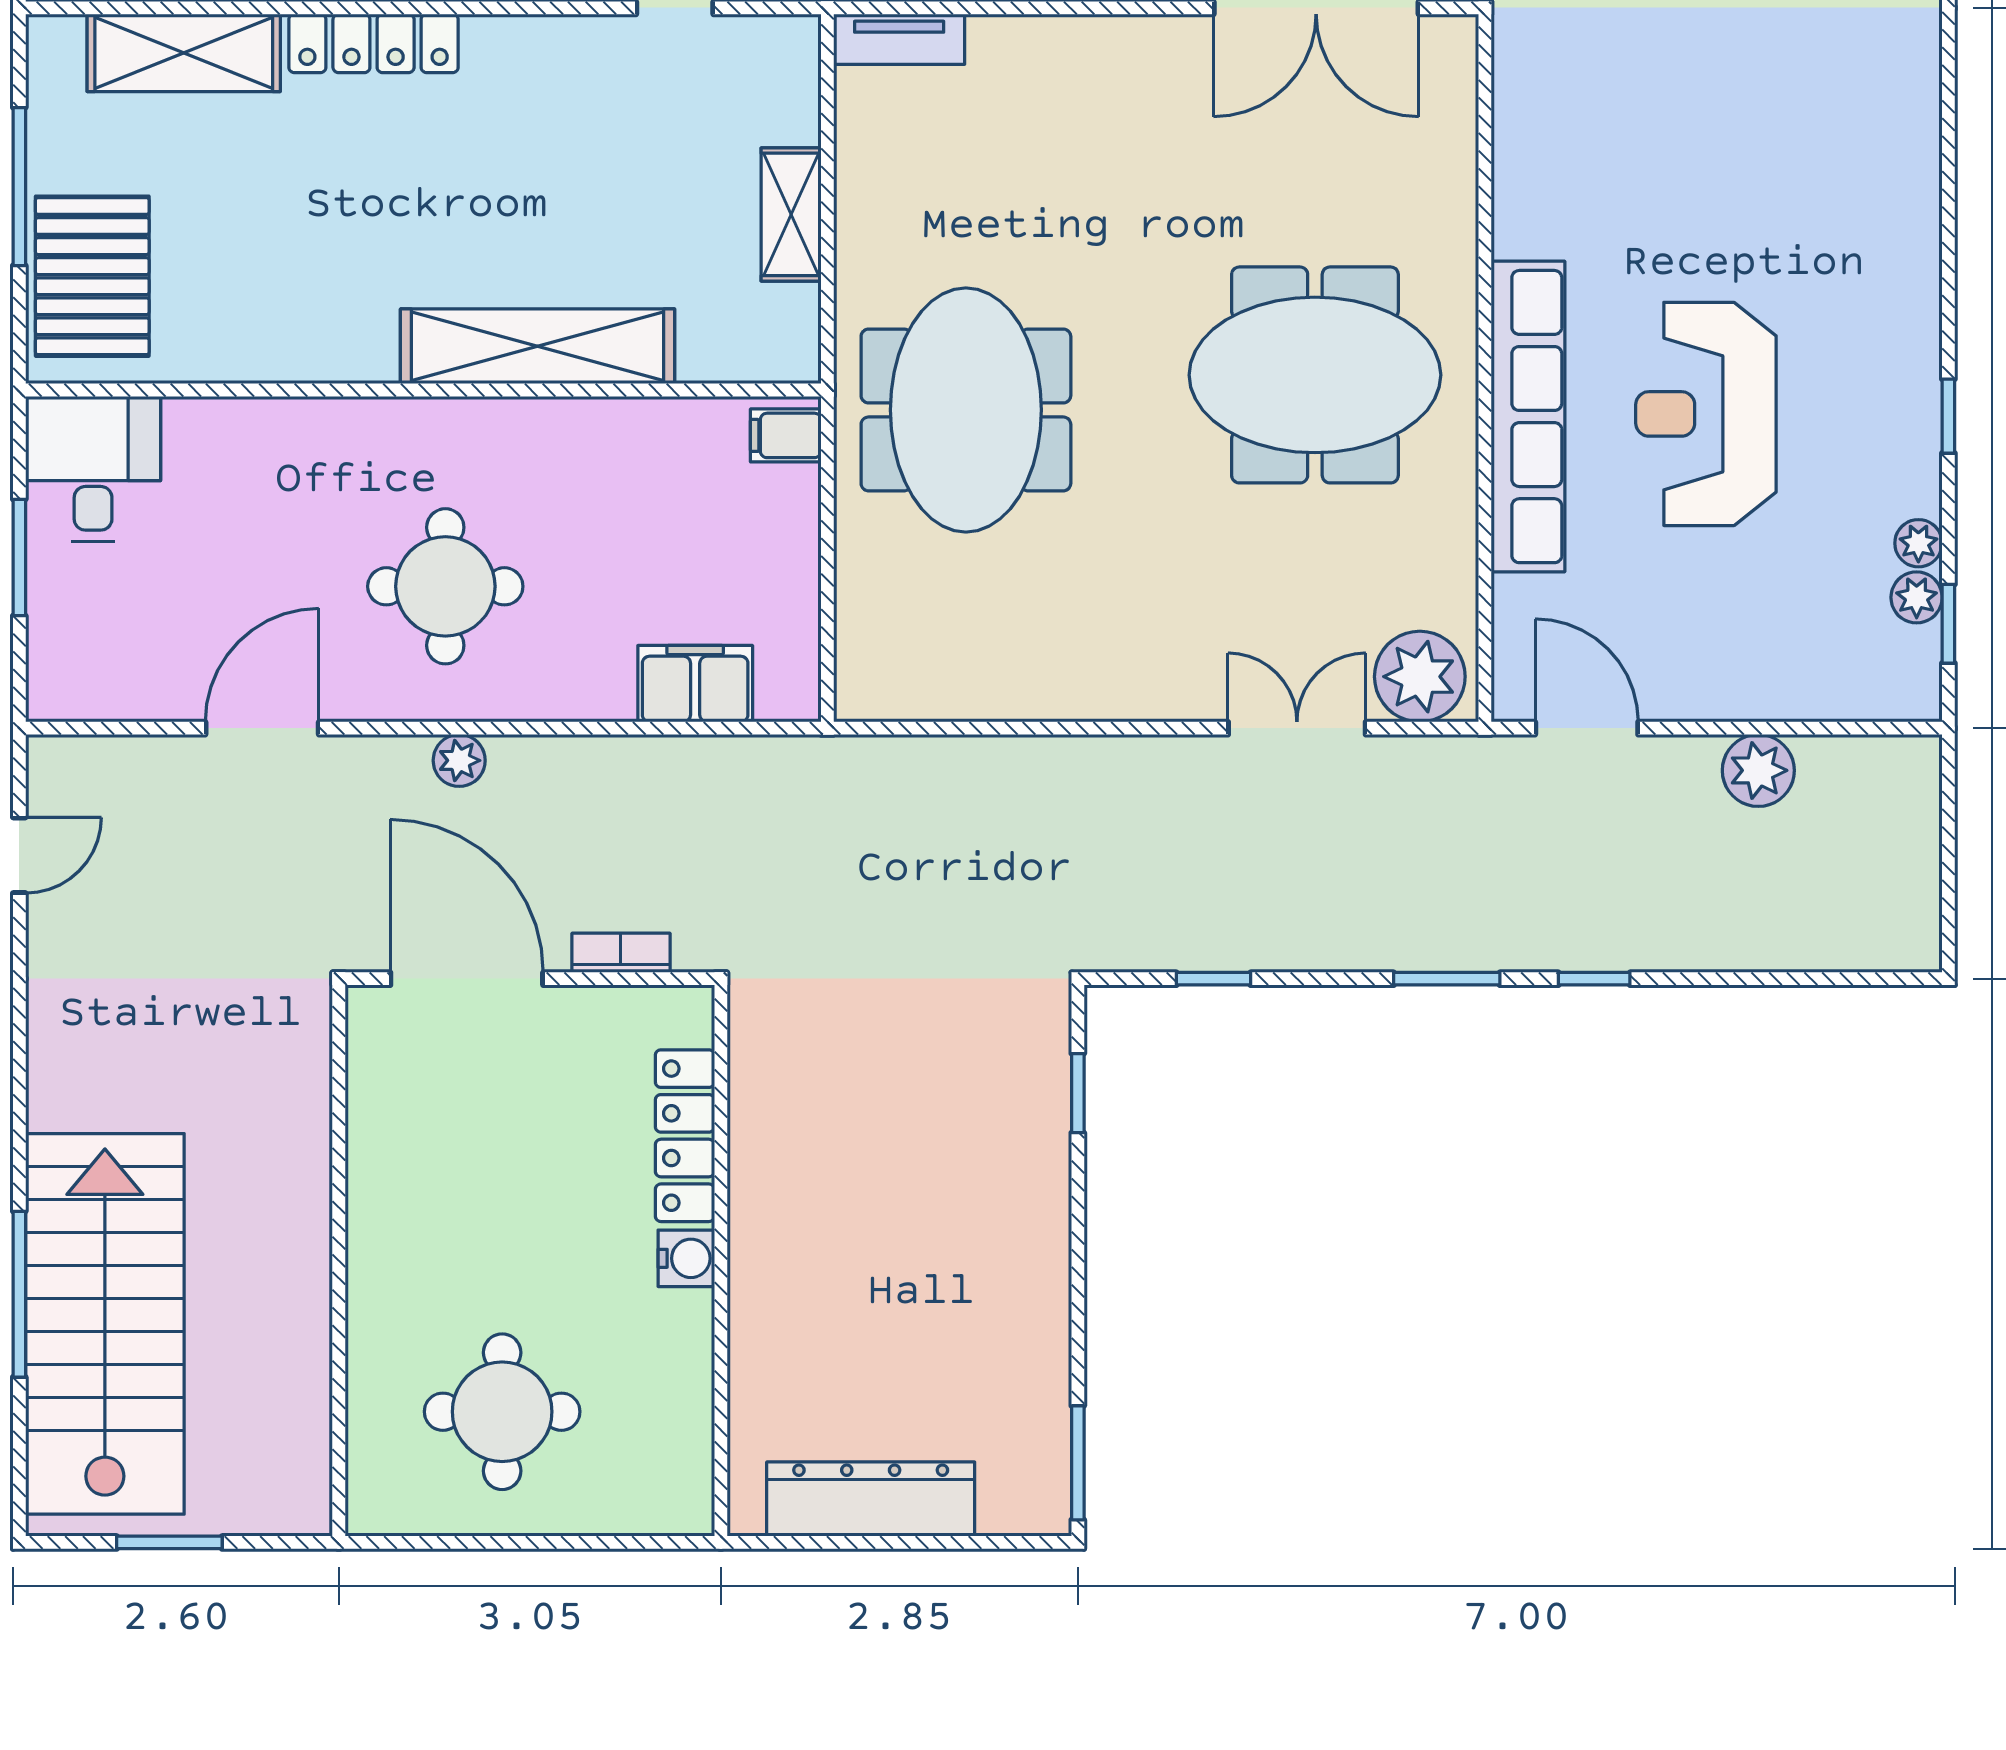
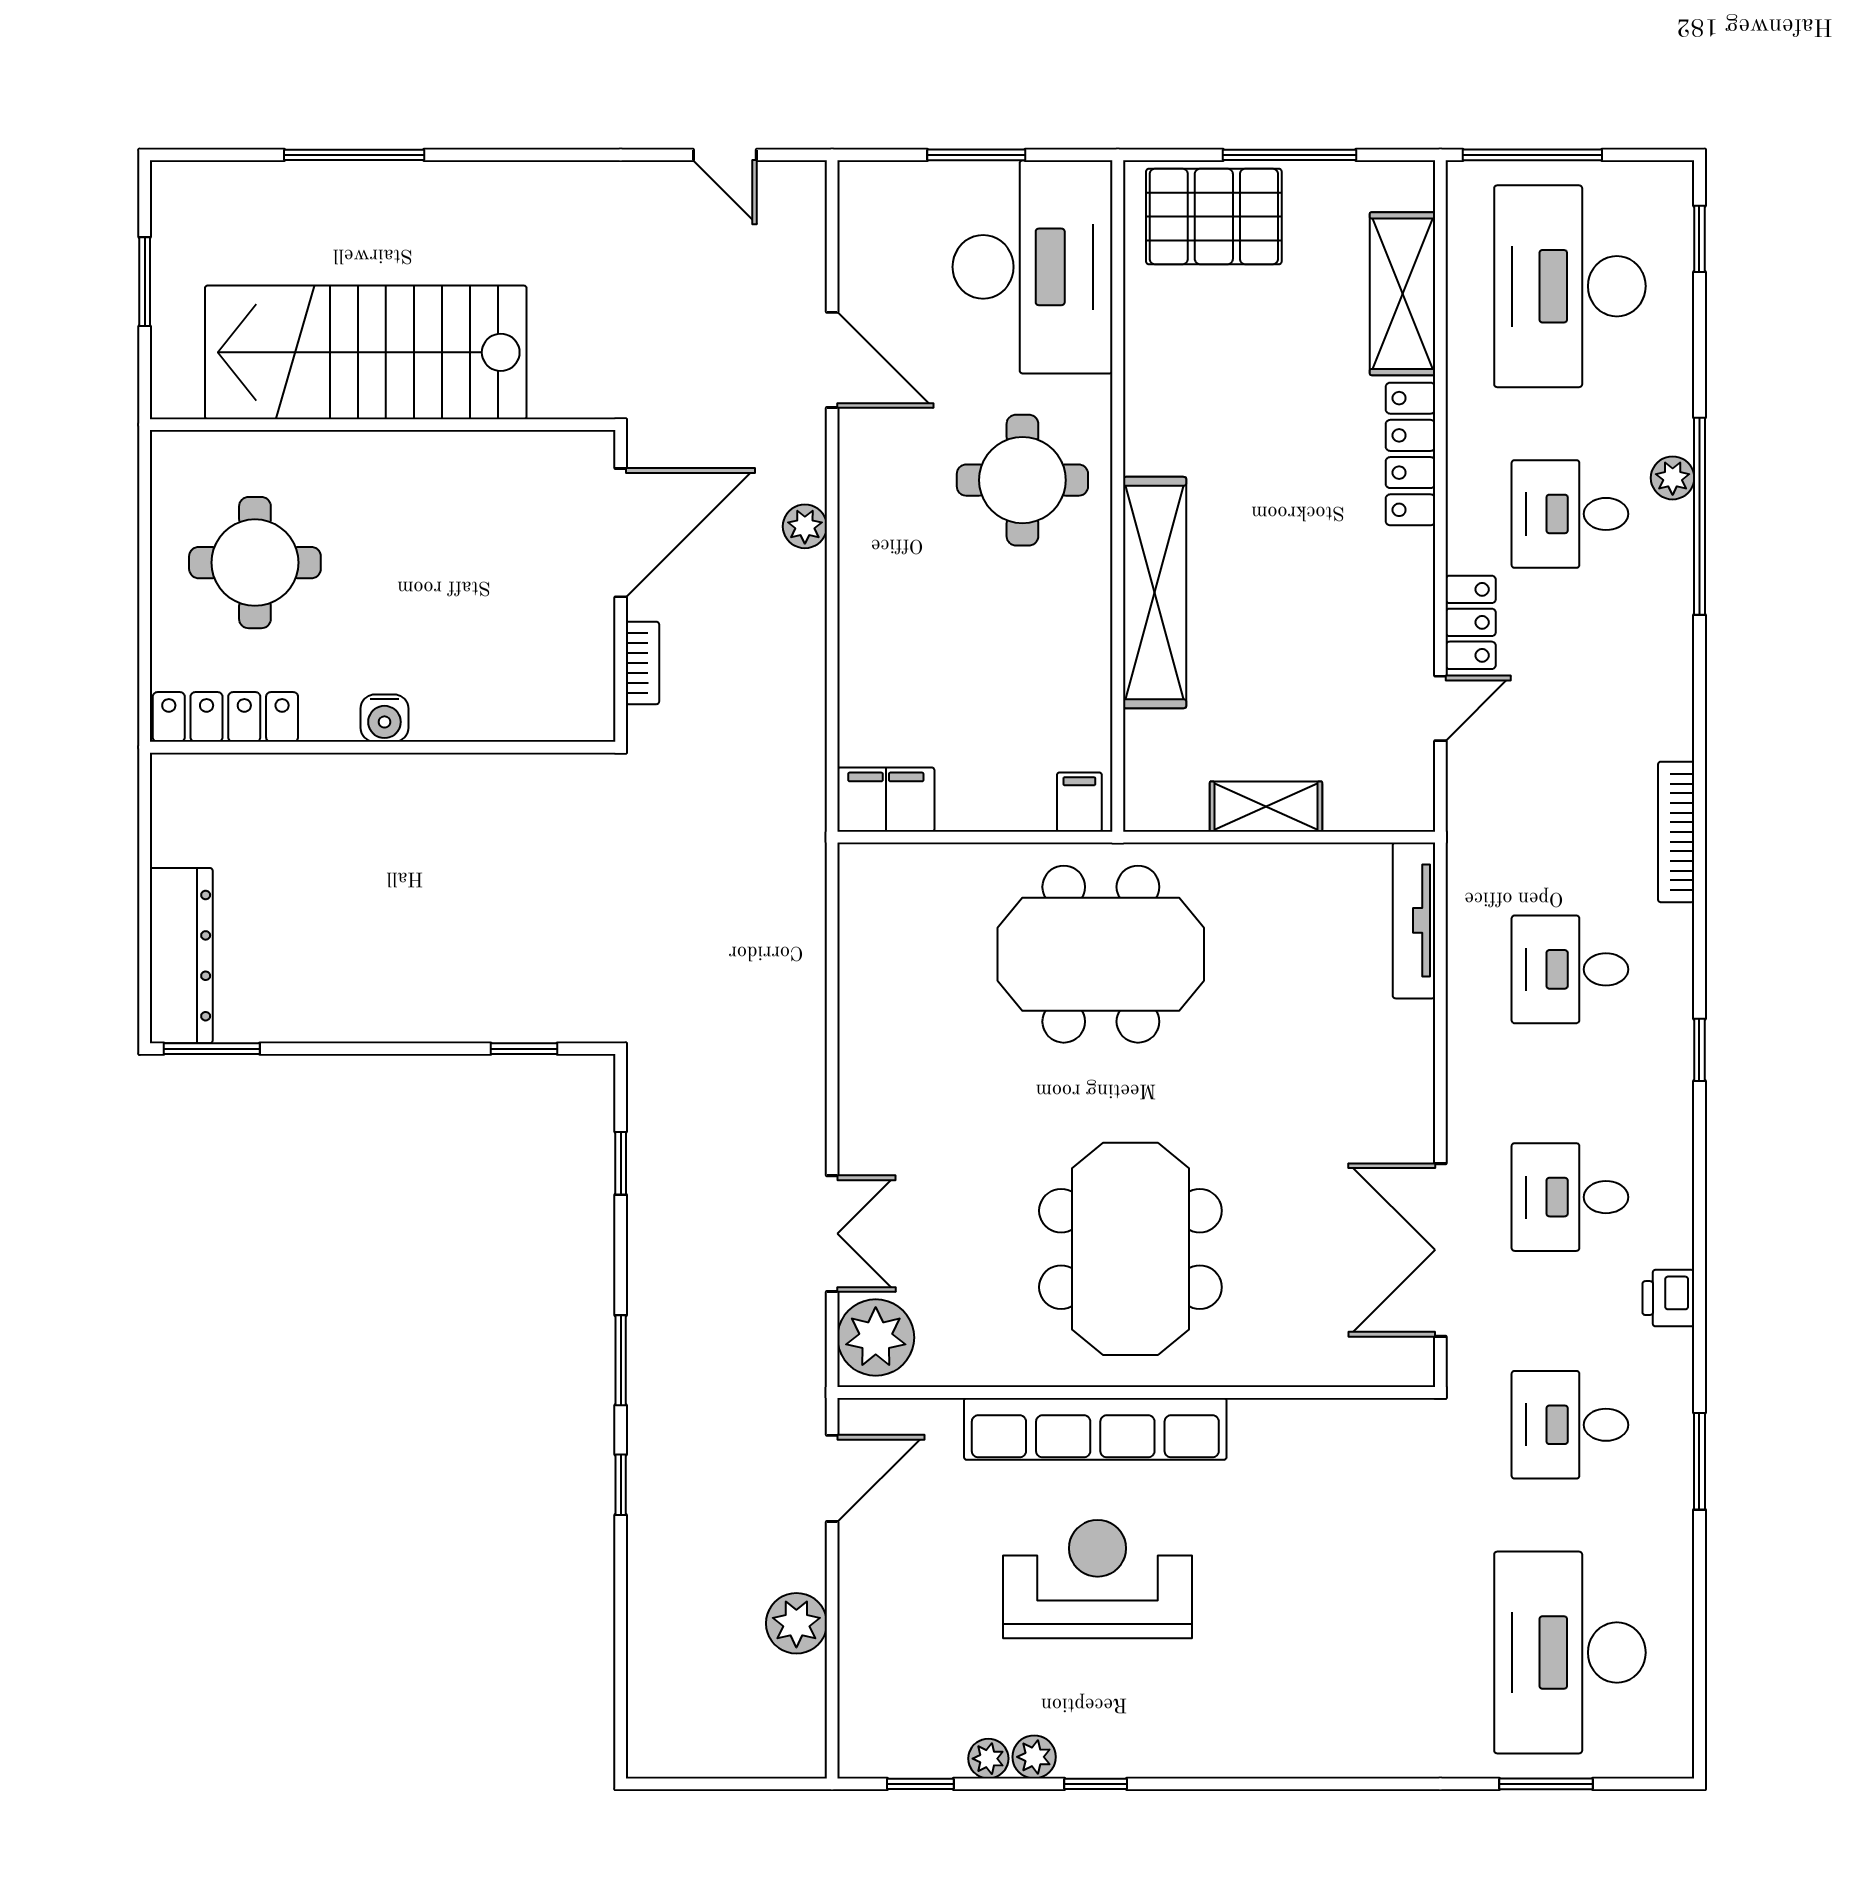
tv unit: (899, 39) -> (1414, 920), width x1.41
desk: (93, 469) -> (1033, 267), width x1.87, depth x1.30
round table: (445, 586) -> (1022, 480), moved
plant: (1917, 597) -> (1034, 1757), moved
filing cabinet: (695, 684) -> (886, 800), moved, turned -90
locker: (685, 1136) -> (225, 717), moved
stairs: (105, 1324) -> (366, 352), moved, turned 180
dresser: (871, 1499) -> (181, 956), moved

